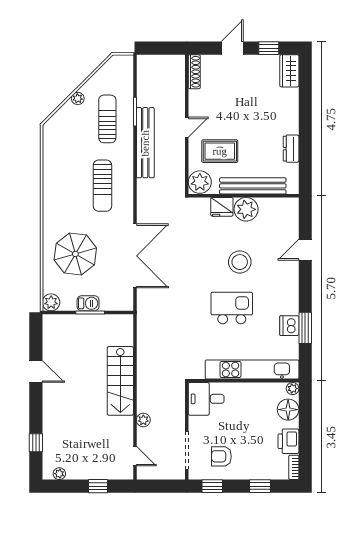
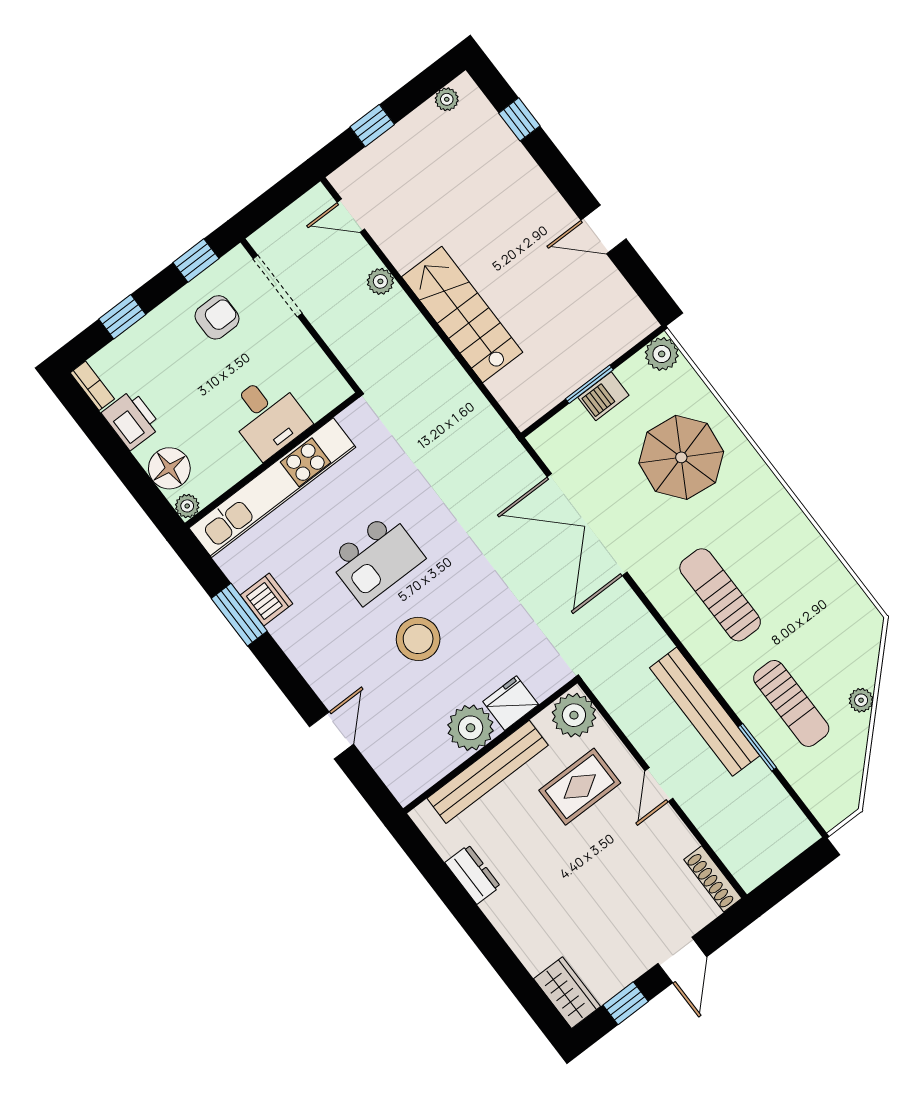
desk: (206, 399) -> (268, 416), moved, turned 90

